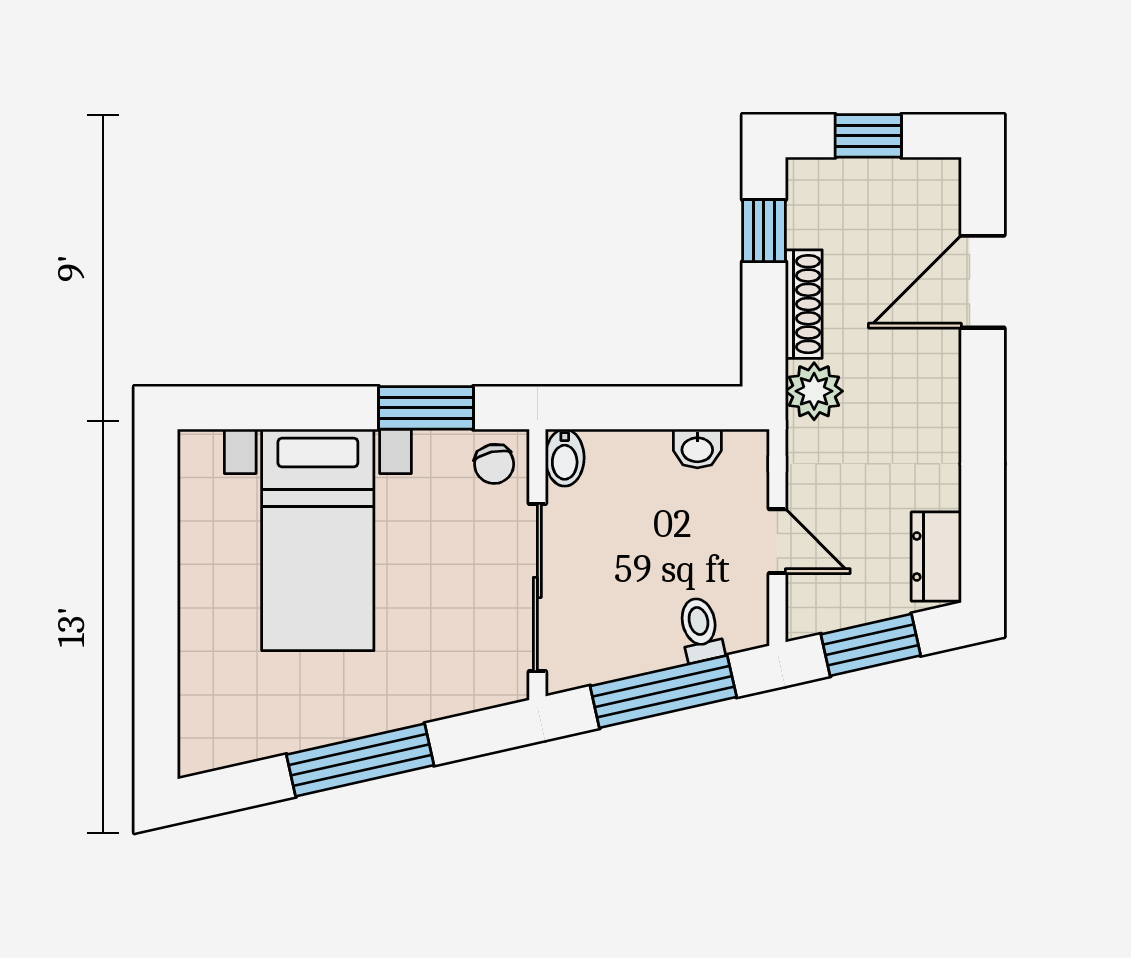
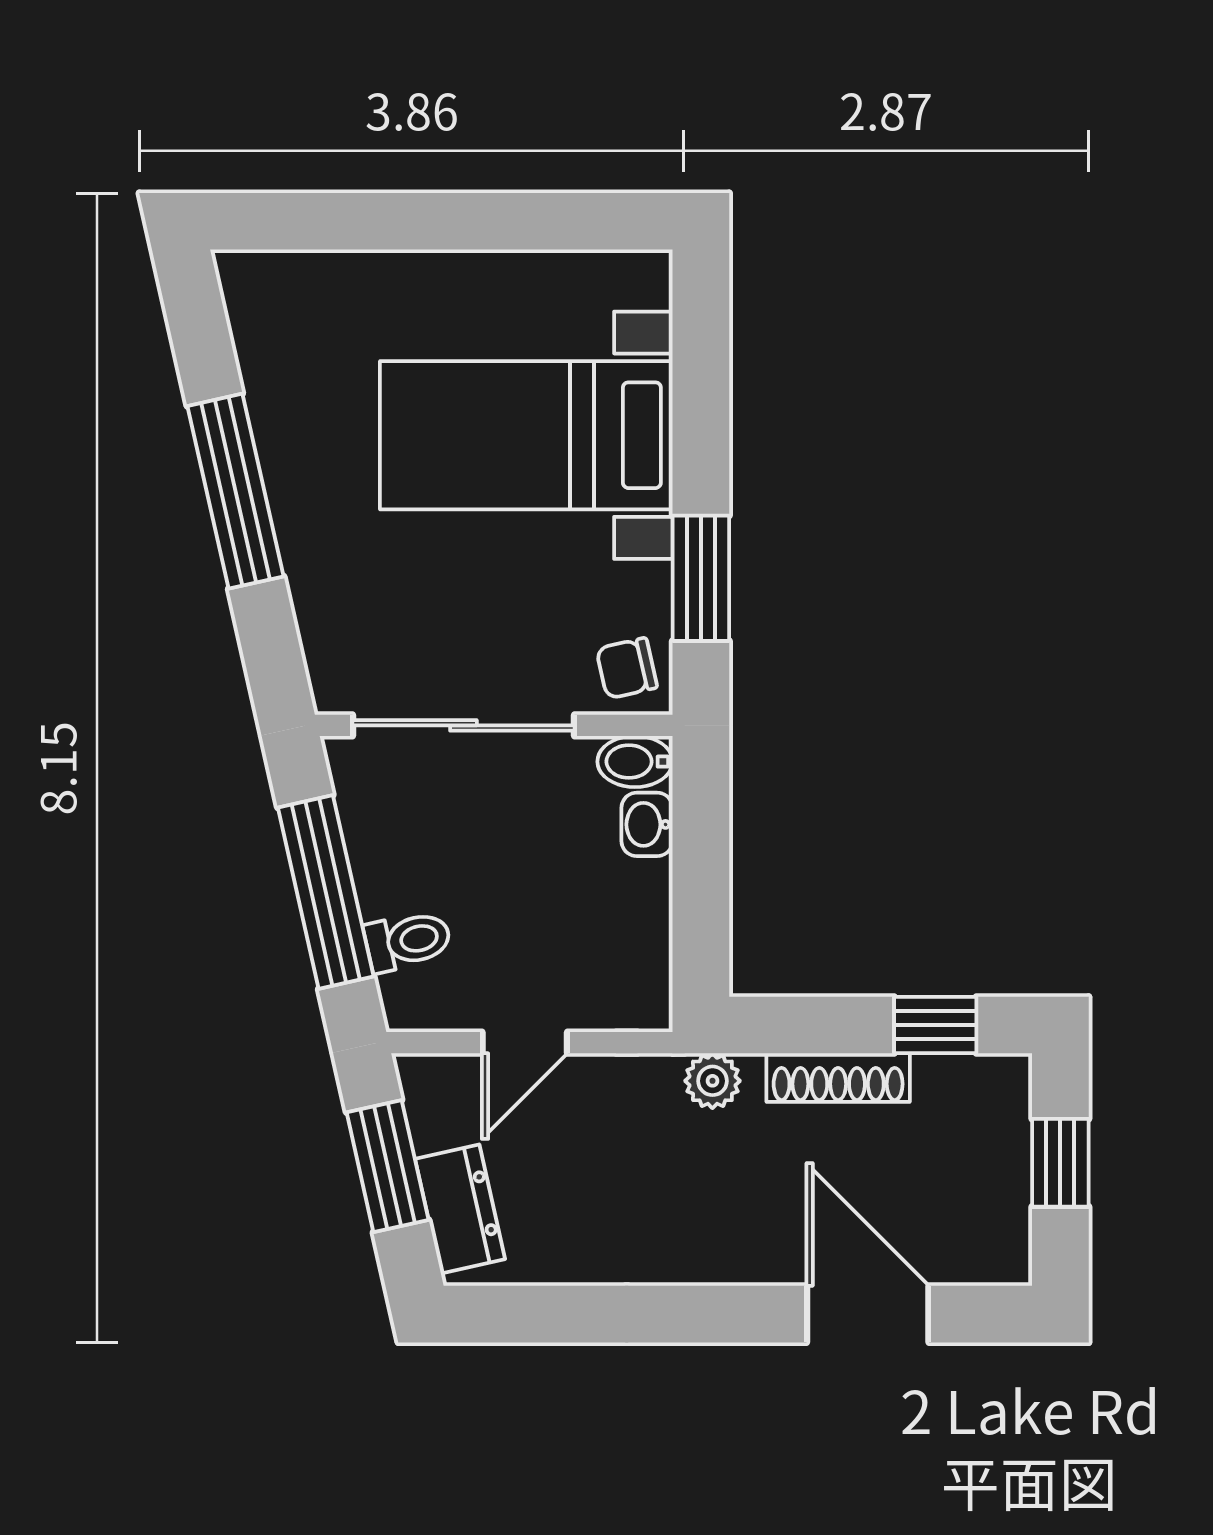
plant: (814, 391) -> (712, 1081), width x0.73, depth x0.73
washbasin: (697, 449) -> (647, 824), moved
dresser: (936, 557) -> (460, 1209), moved, turned 77

